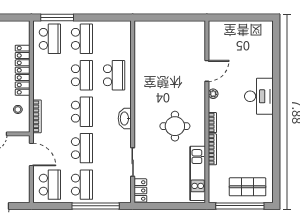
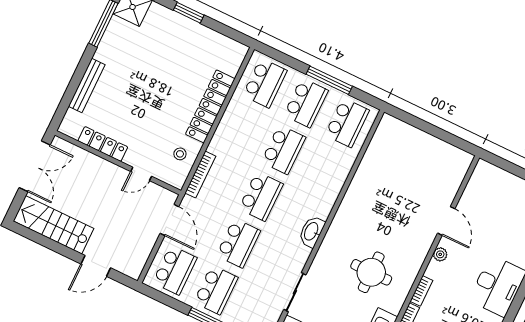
window: (57, 17) -> (329, 80), moved
door: (207, 71) -> (446, 221), hinge flipped
school desk: (114, 75) -> (347, 123), moved

